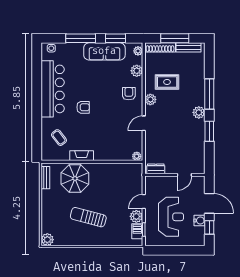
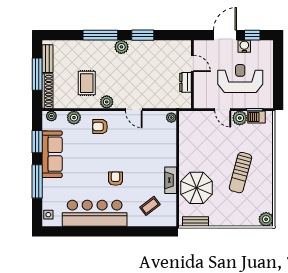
dresser: (156, 169) -> (186, 82), moved

